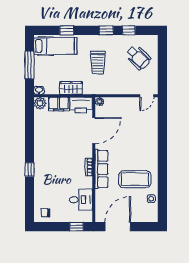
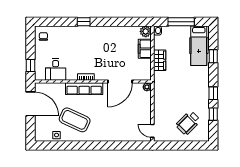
trolley: (98, 63) -> (183, 85), removed
printer: (81, 105) -> (144, 70), removed
door: (94, 130) -> (120, 81), hinge flipped
coffee table: (135, 179) -> (75, 120), turned -65

